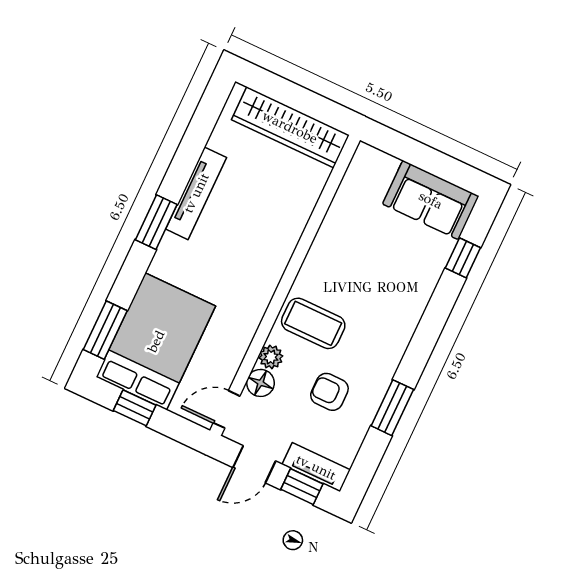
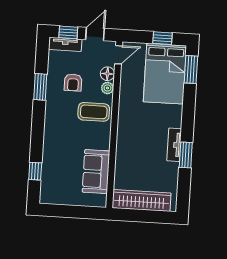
tv unit: (196, 193) -> (174, 145), width x0.71
sofa: (431, 200) -> (96, 172), moved, turned -90
window: (156, 222) -> (186, 155), moved
armchair: (329, 392) -> (73, 82), turned 90

